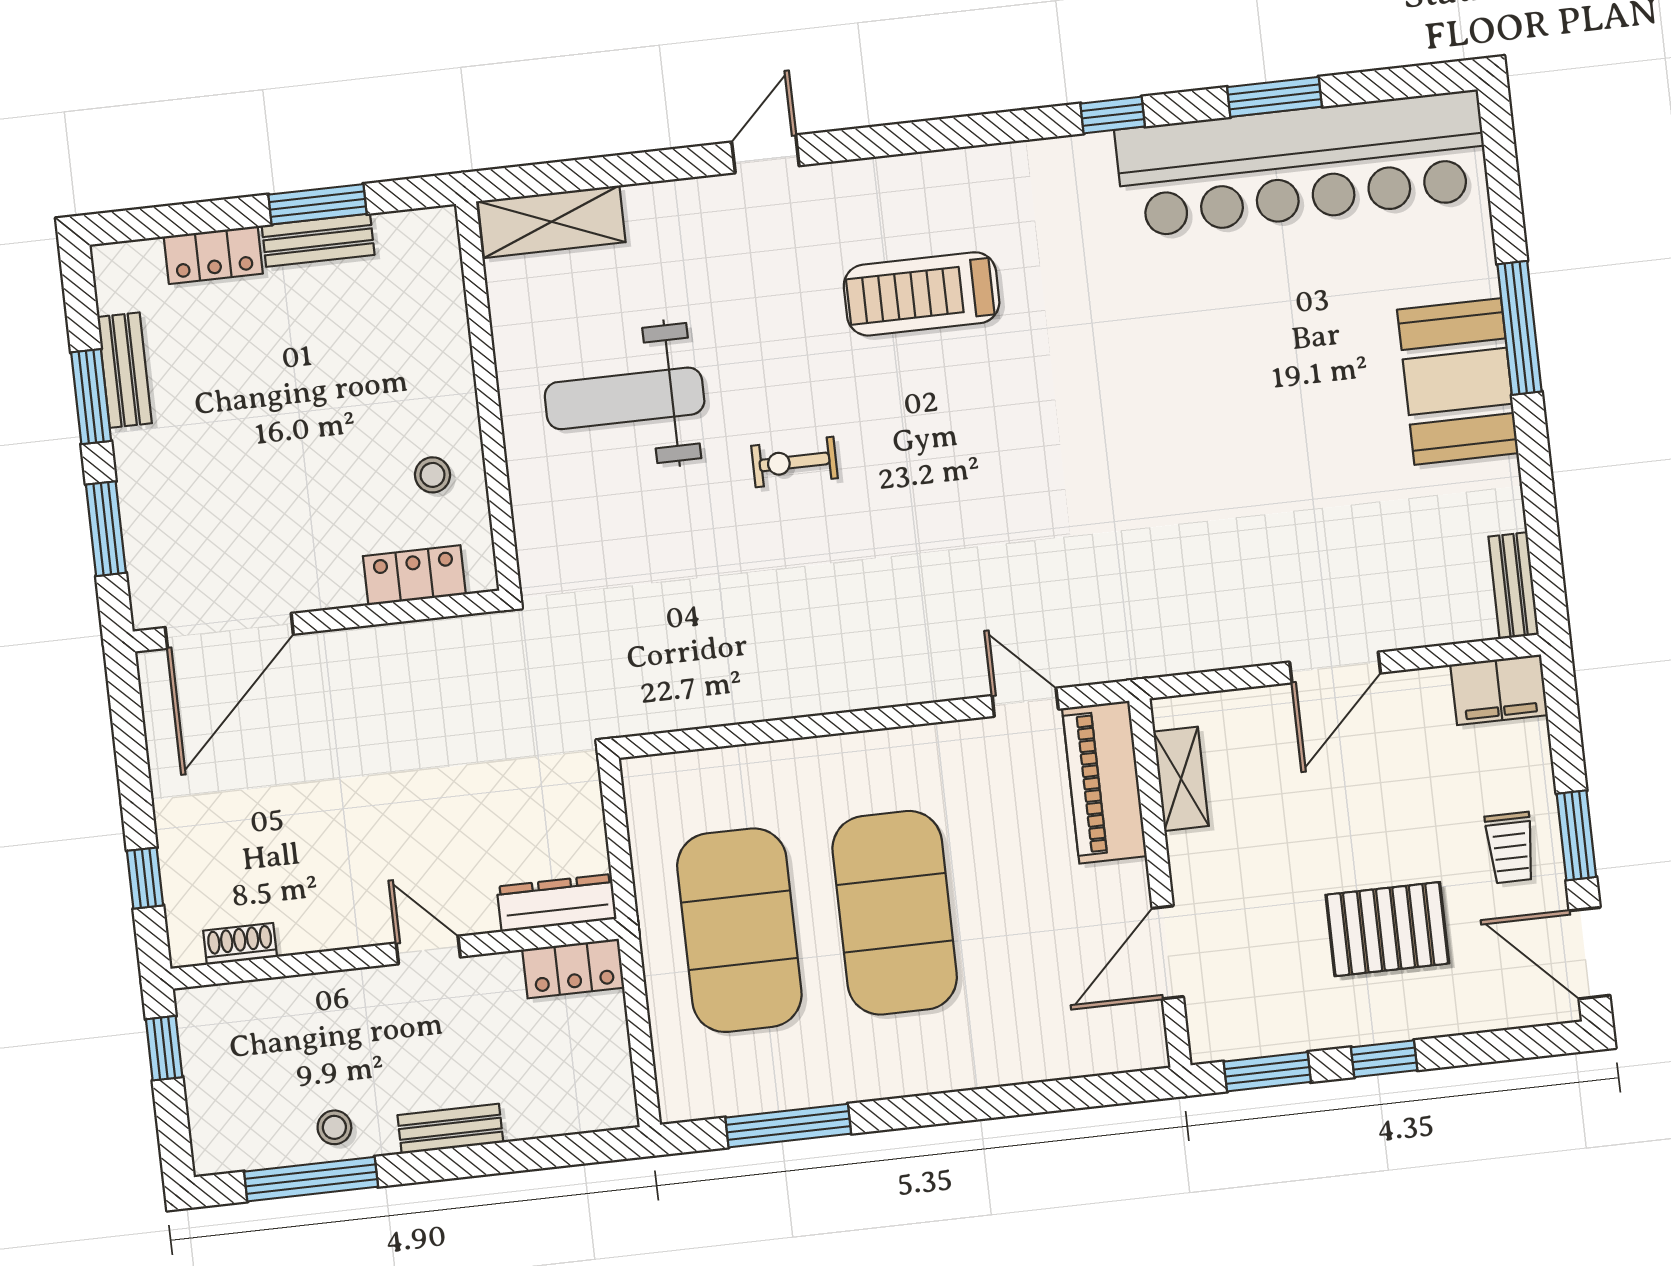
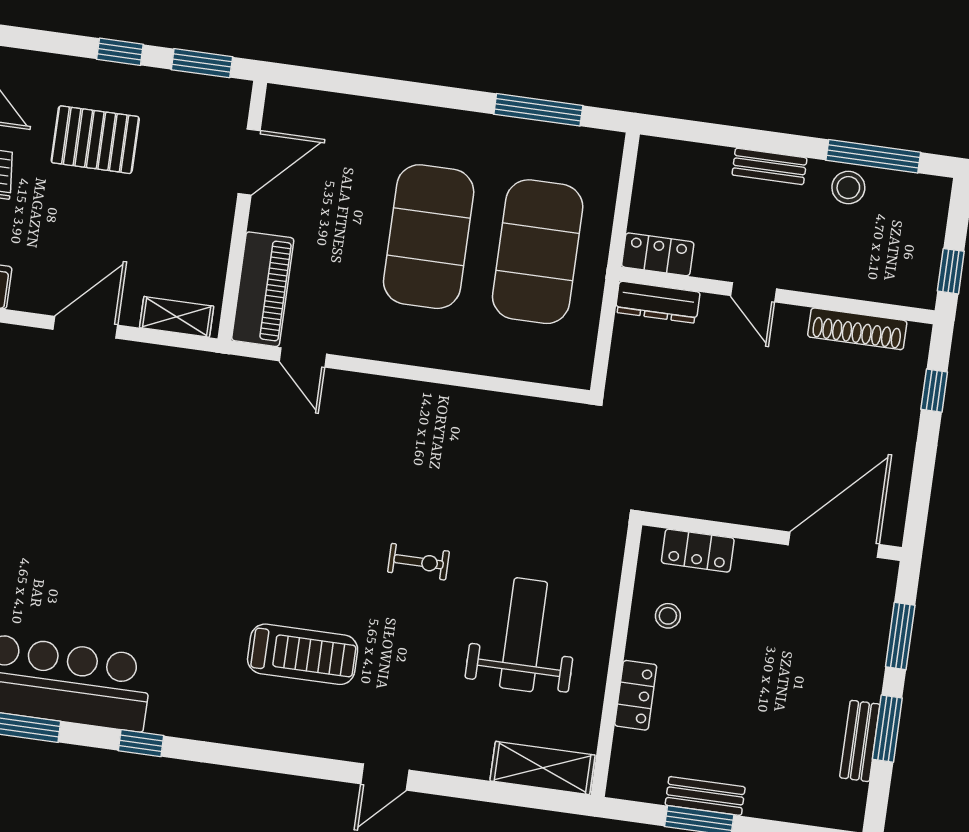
locker: (213, 255) -> (636, 695), moved, turned 90
weight bench: (625, 398) -> (523, 635), turned -90
shelving: (1181, 779) -> (177, 317), moved, turned 90
shoe rack: (240, 944) -> (857, 329), width x1.94, depth x1.24
stool: (334, 1127) -> (848, 188), width x1.37, depth x1.37

